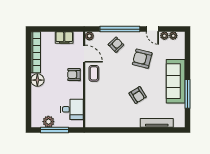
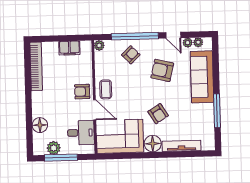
door: (84, 54) -> (95, 110), moved
floor lamp: (37, 80) -> (40, 125), moved
sofa: (176, 81) -> (202, 77), moved
corner sofa: (105, 113) -> (120, 136), added
floor lamp: (132, 120) -> (153, 144), added

